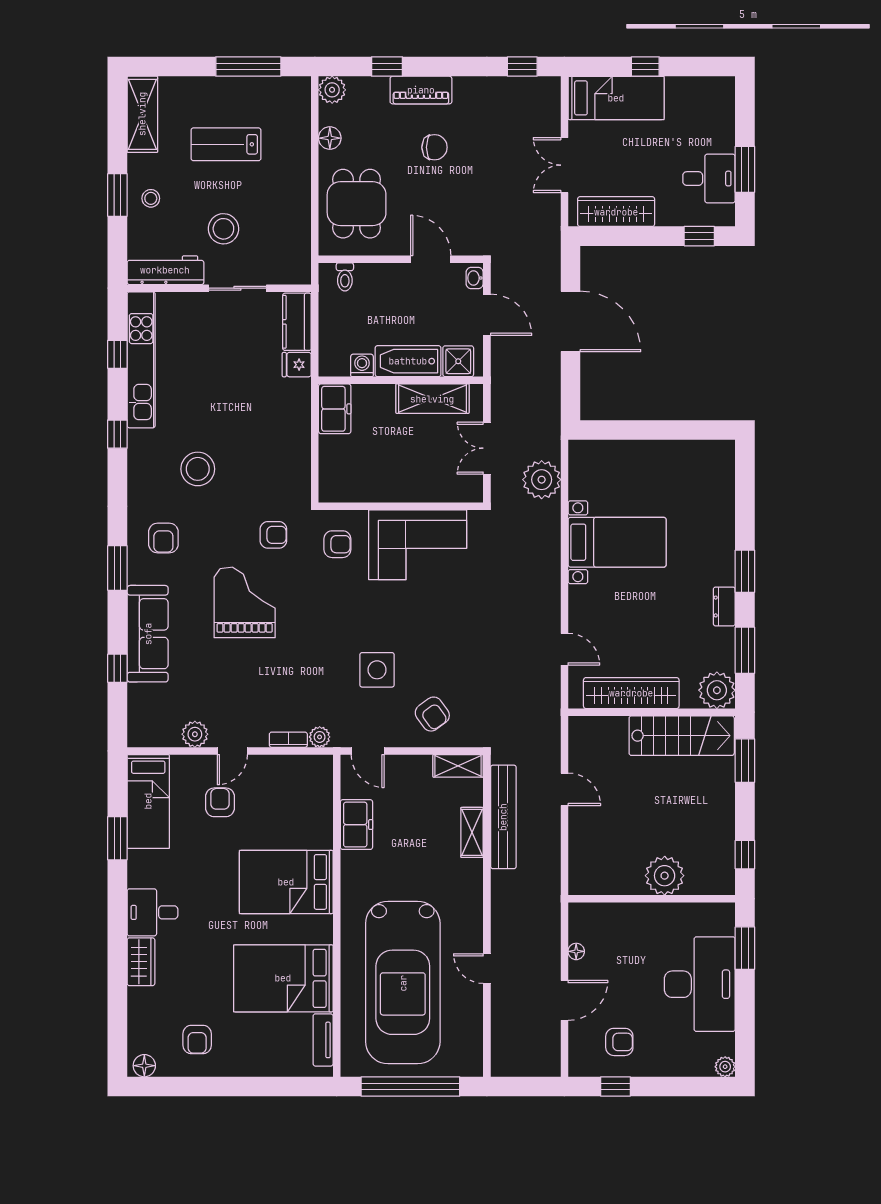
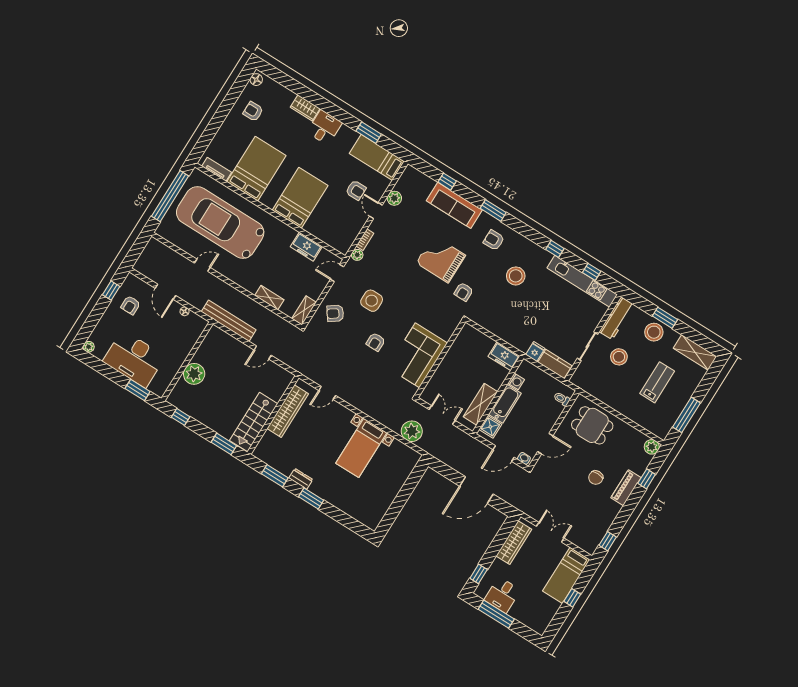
floor lamp: (330, 138) -> (630, 432), removed
window: (745, 169) -> (496, 614), width x1.44
stool: (151, 198) -> (654, 332), width x1.89, depth x1.89
armchair: (337, 544) -> (376, 342), moved
grand piano: (245, 602) -> (441, 259), turned 180
plant: (717, 690) -> (264, 451), removed
bench: (503, 817) -> (229, 321), moved

